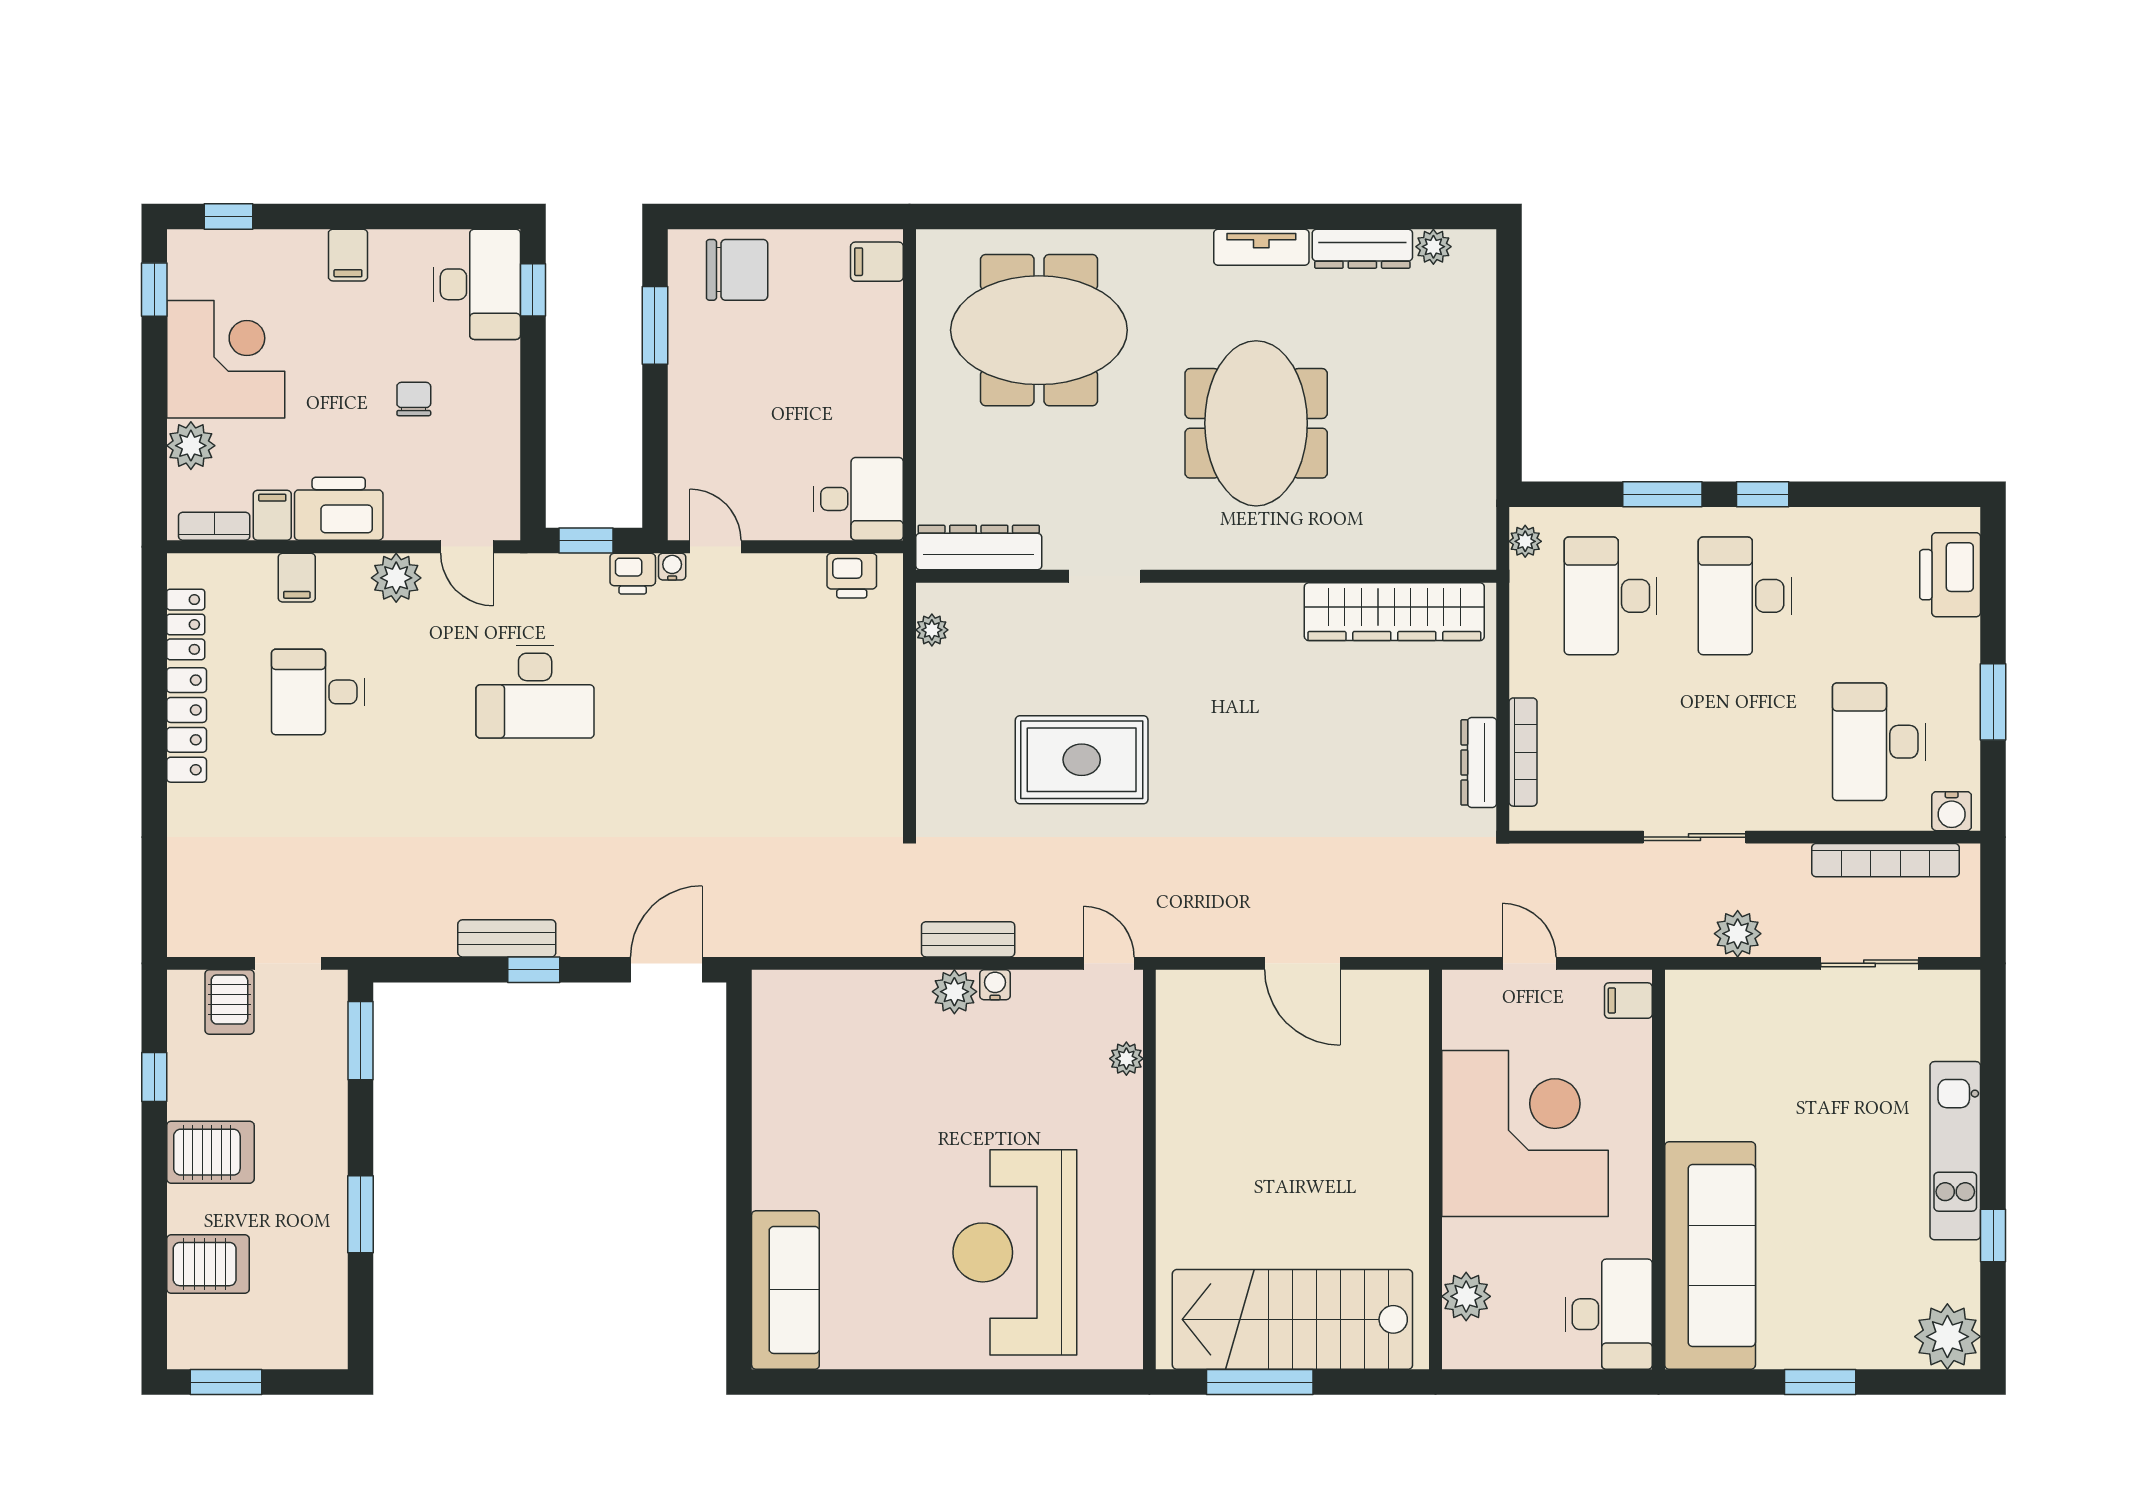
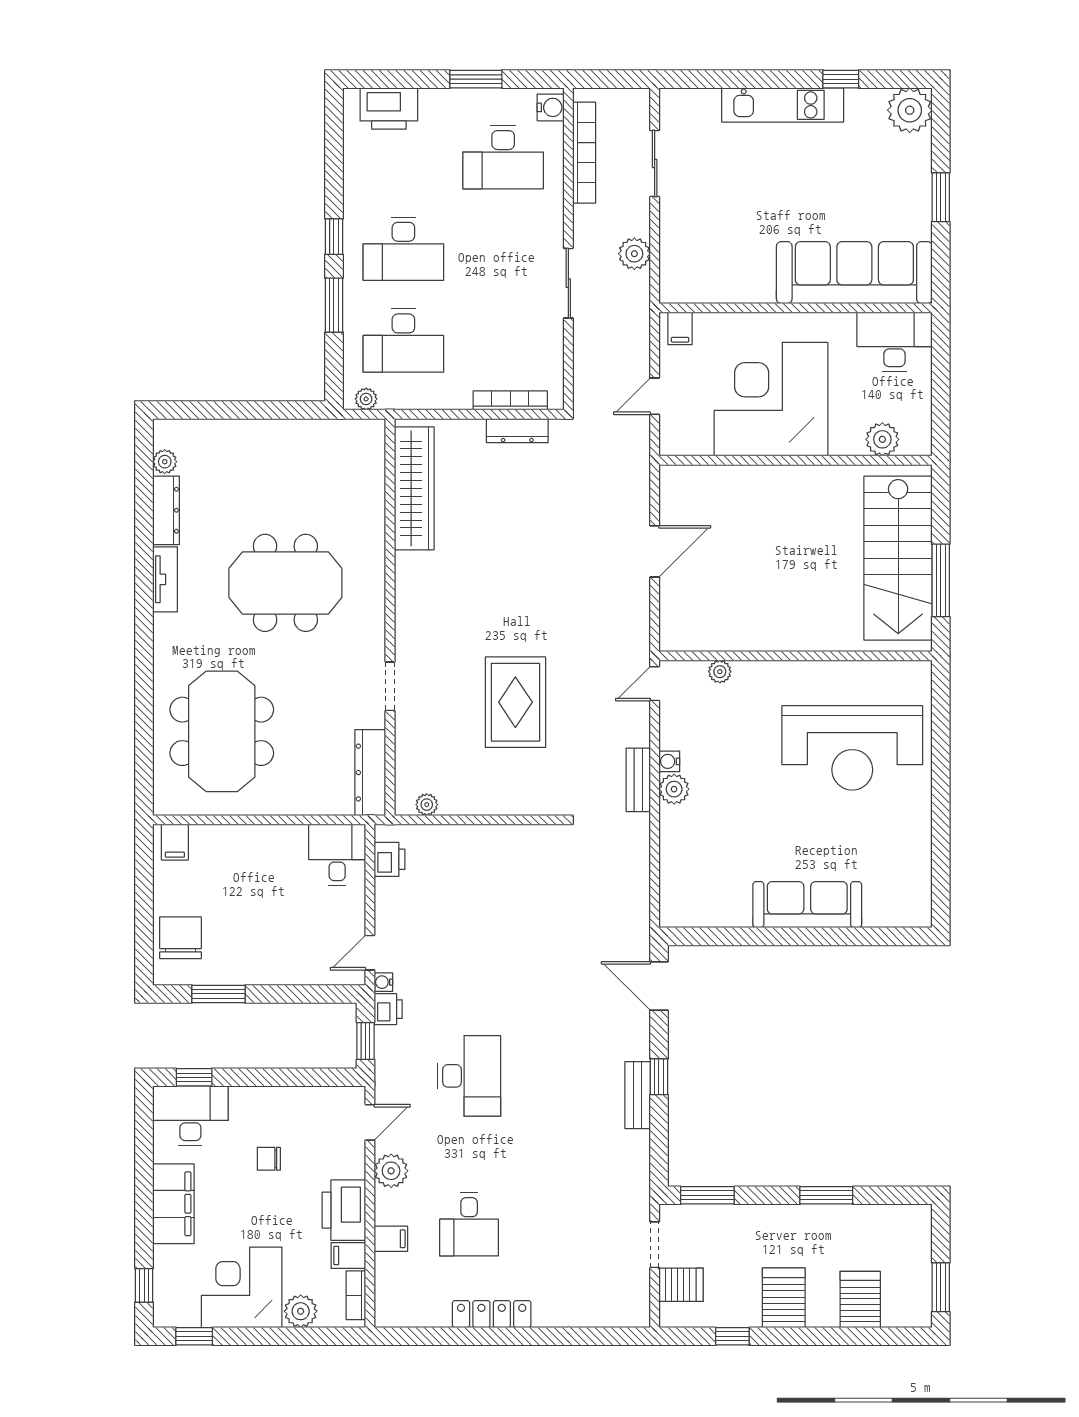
filing cabinet: (348, 255) -> (173, 1204), width x3.00, depth x1.17
locker: (186, 624) -> (423, 1315), removed
sofa: (785, 1290) -> (807, 905), moved

